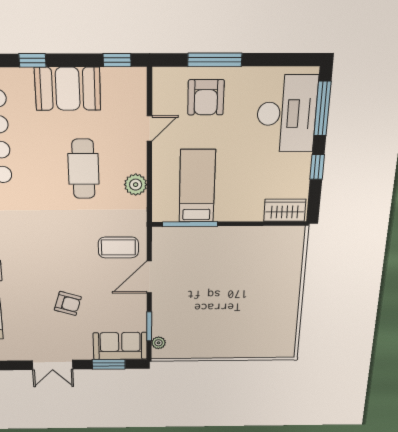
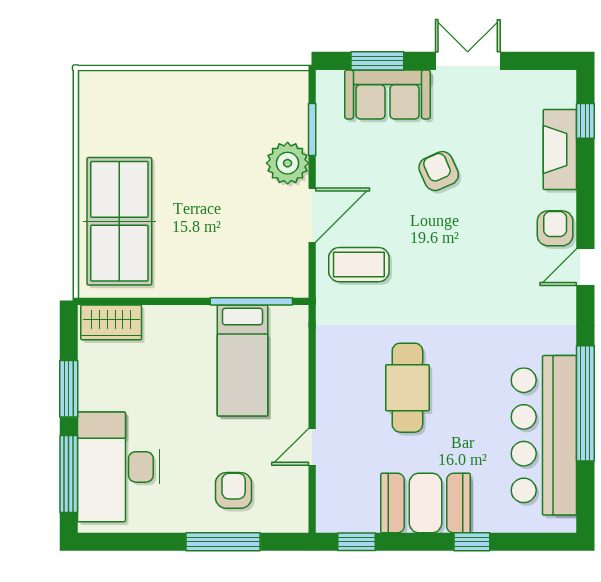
armchair: (206, 97) -> (234, 490), width x0.72, depth x0.72
window: (317, 167) -> (69, 389), width x1.50
plant: (136, 185) -> (332, 364), removed
table tennis table: (275, 272) -> (119, 221), added
armchair: (68, 303) -> (439, 171), turned 49
plant: (159, 343) -> (288, 163), moved, width x1.88, depth x1.88
sofa: (120, 346) -> (387, 94), moved

